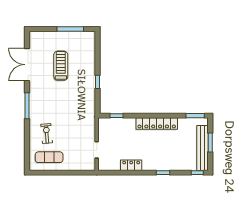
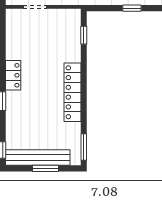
locker: (131, 165) -> (13, 75), moved

